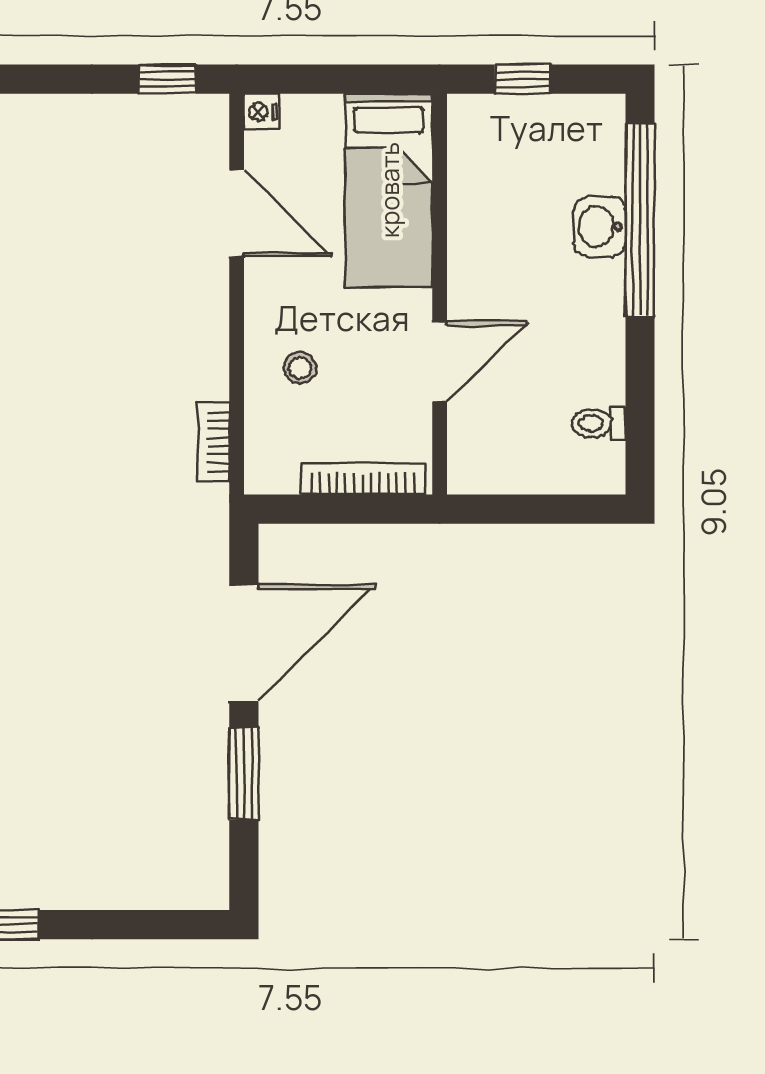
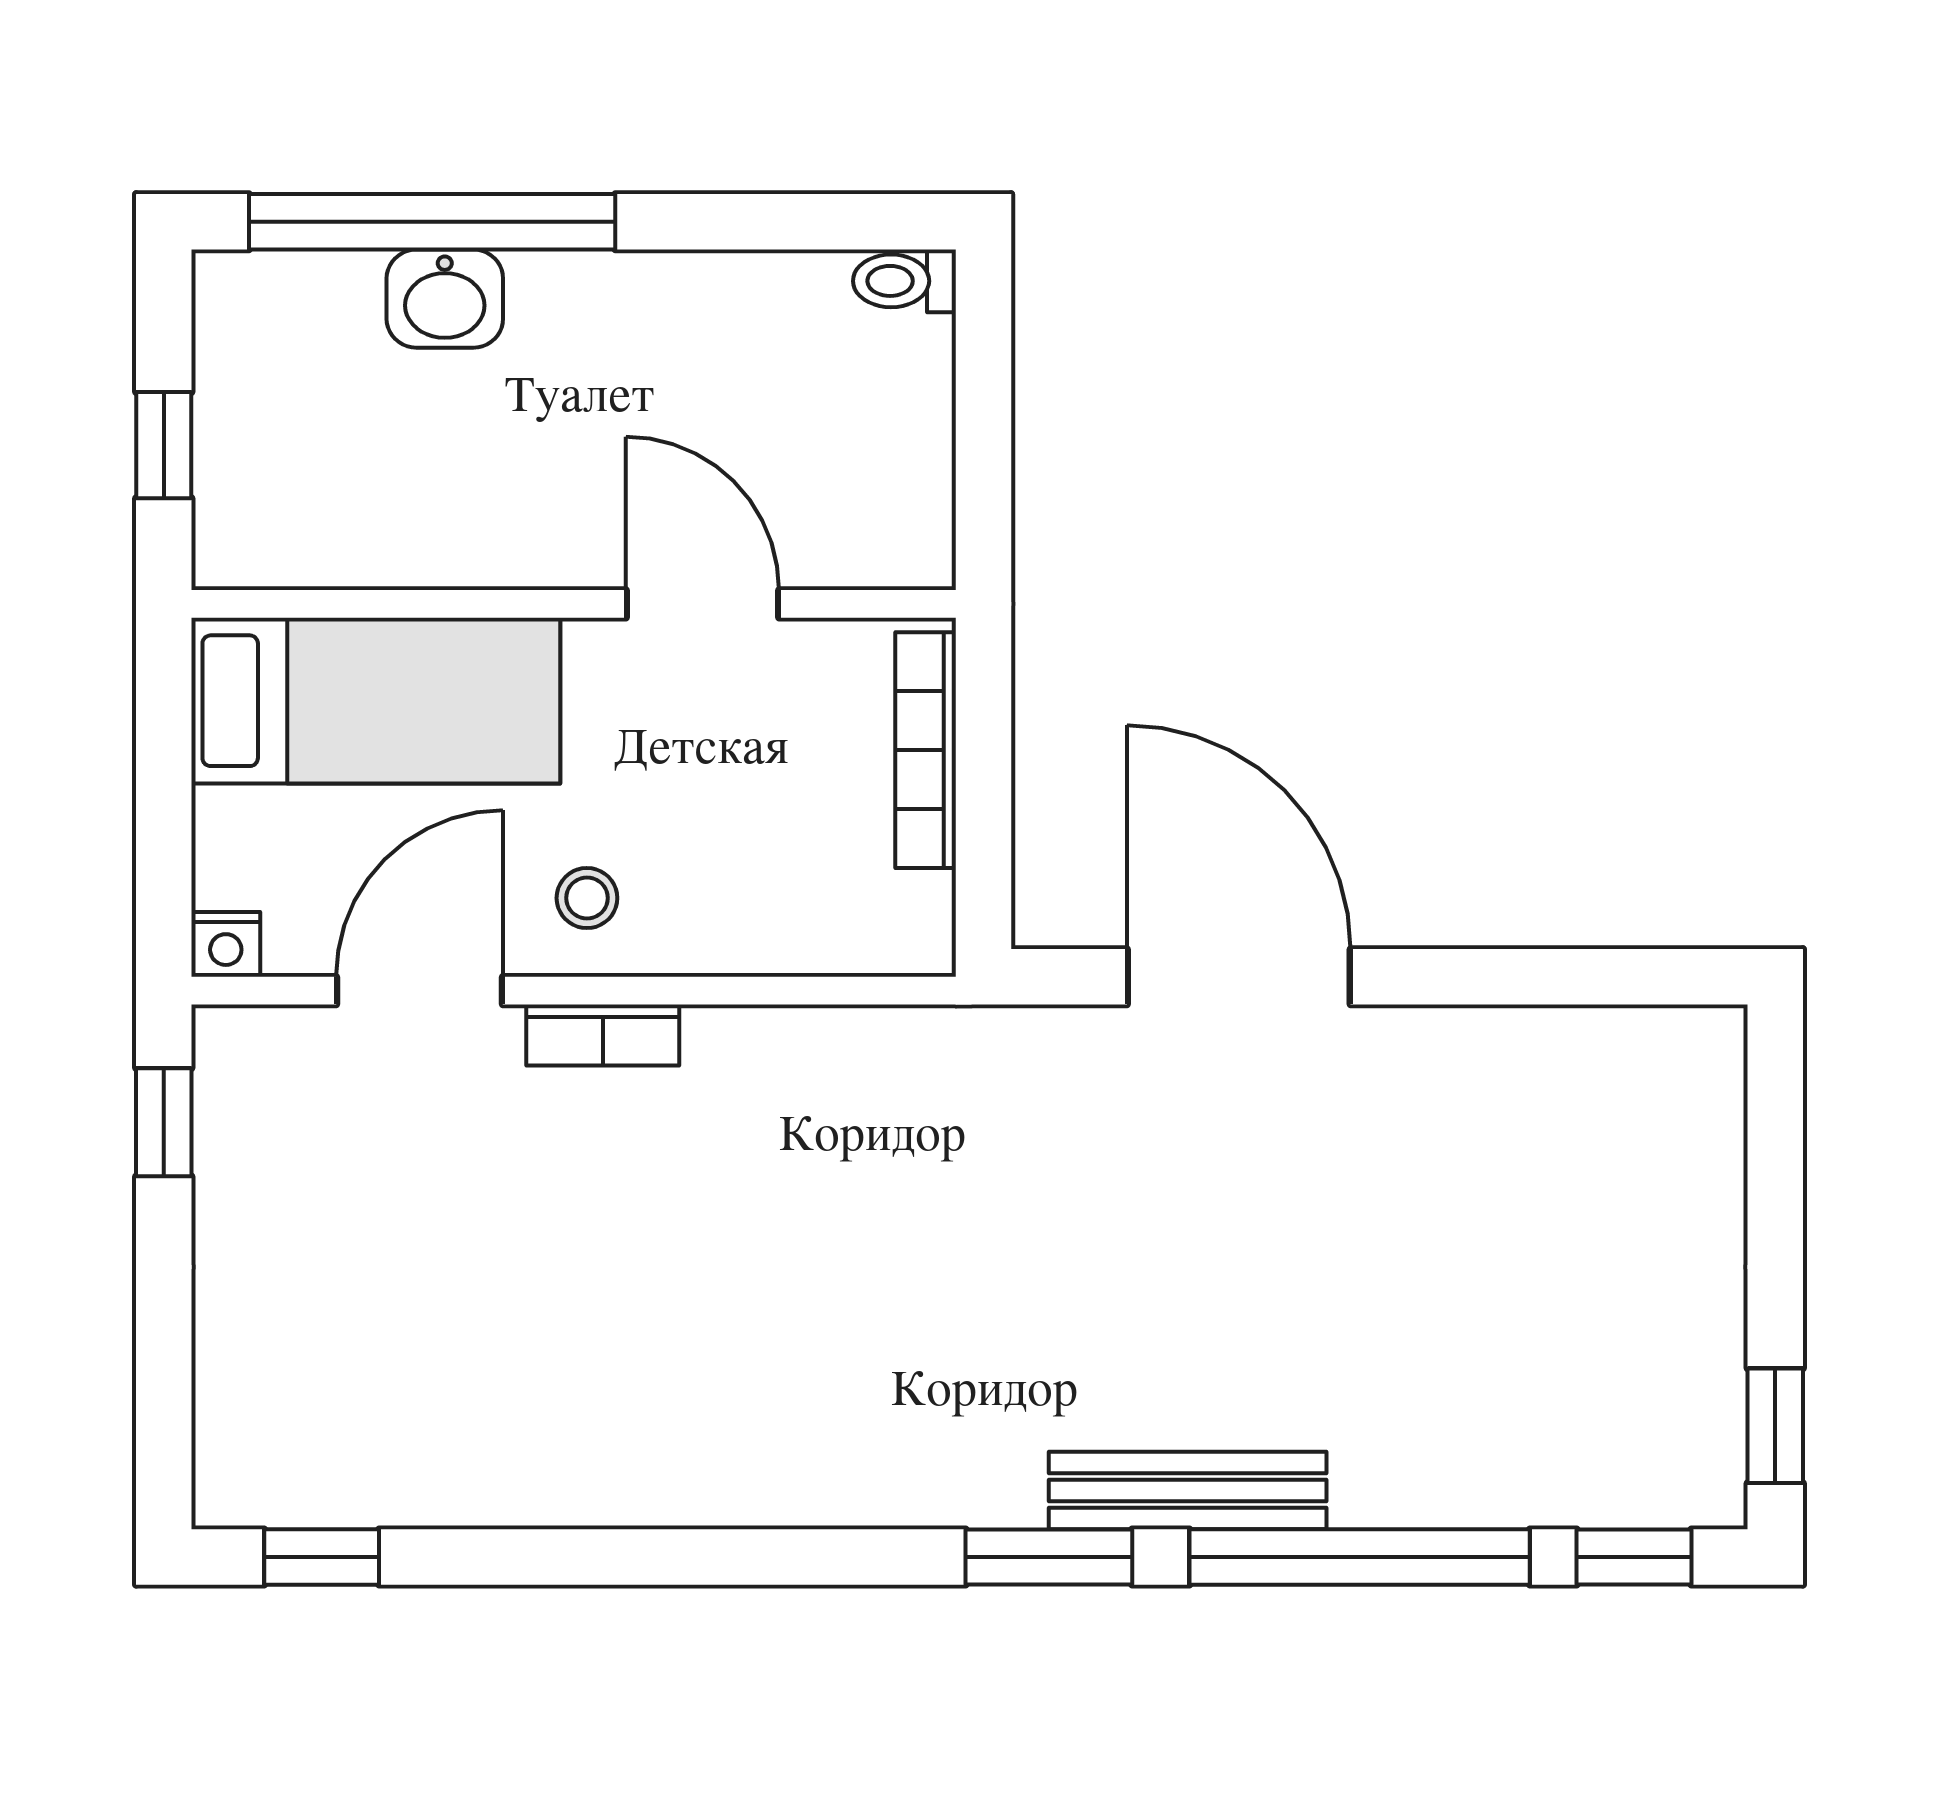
stool: (300, 368) -> (587, 898), moved
toilet: (599, 423) -> (904, 281), moved, turned 90
bookcase: (213, 442) -> (603, 1035), moved
window: (244, 773) -> (1487, 977), removed

